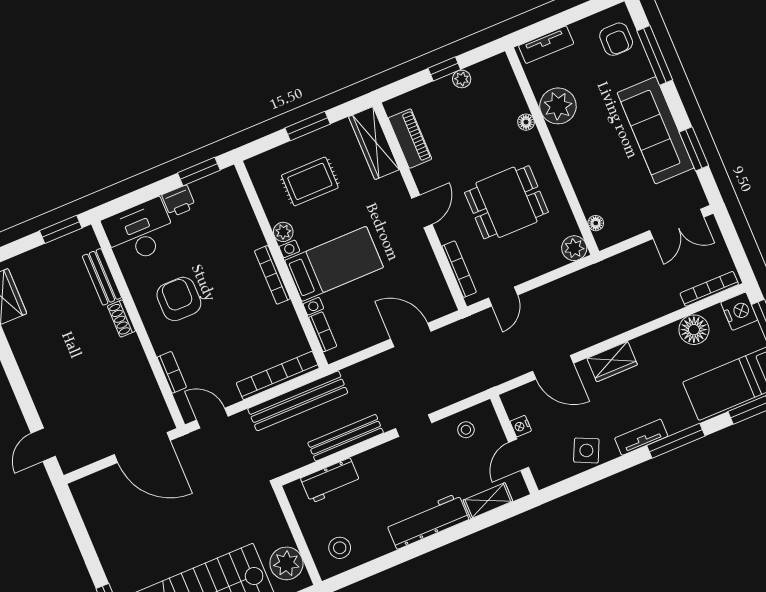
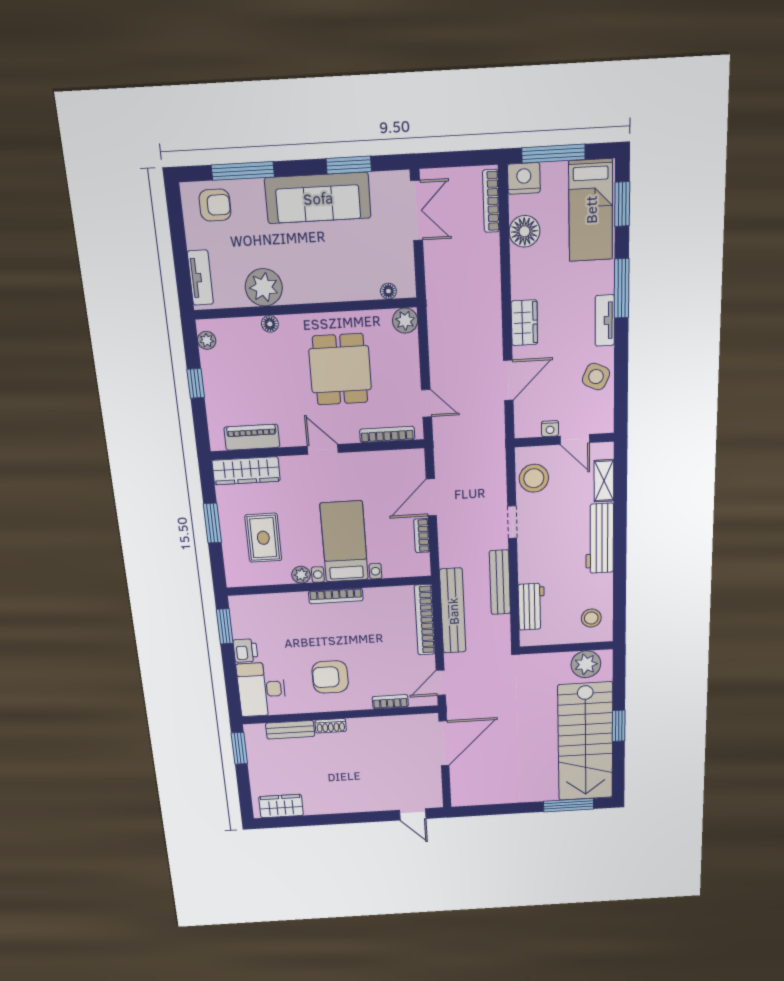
plant: (462, 79) -> (207, 340), moved
bookcase: (323, 332) -> (422, 536), moved, turned -90
stool: (466, 430) -> (534, 478), width x1.89, depth x1.89

